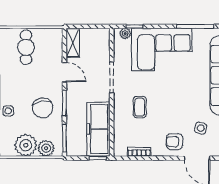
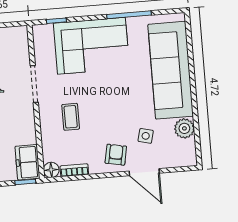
plant: (125, 33) -> (46, 30), removed
freezer: (98, 129) -> (27, 162), width x0.52, depth x0.79
armchair: (175, 142) -> (116, 155), turned 101
floor lamp: (120, 150) -> (51, 170), added

